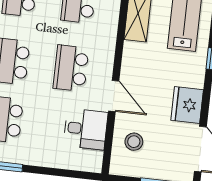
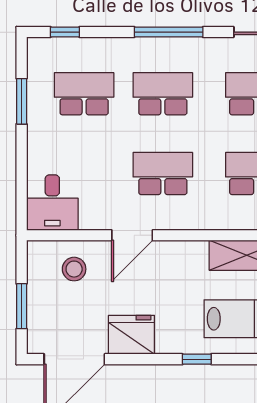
desk: (86, 129) -> (52, 203), moved

